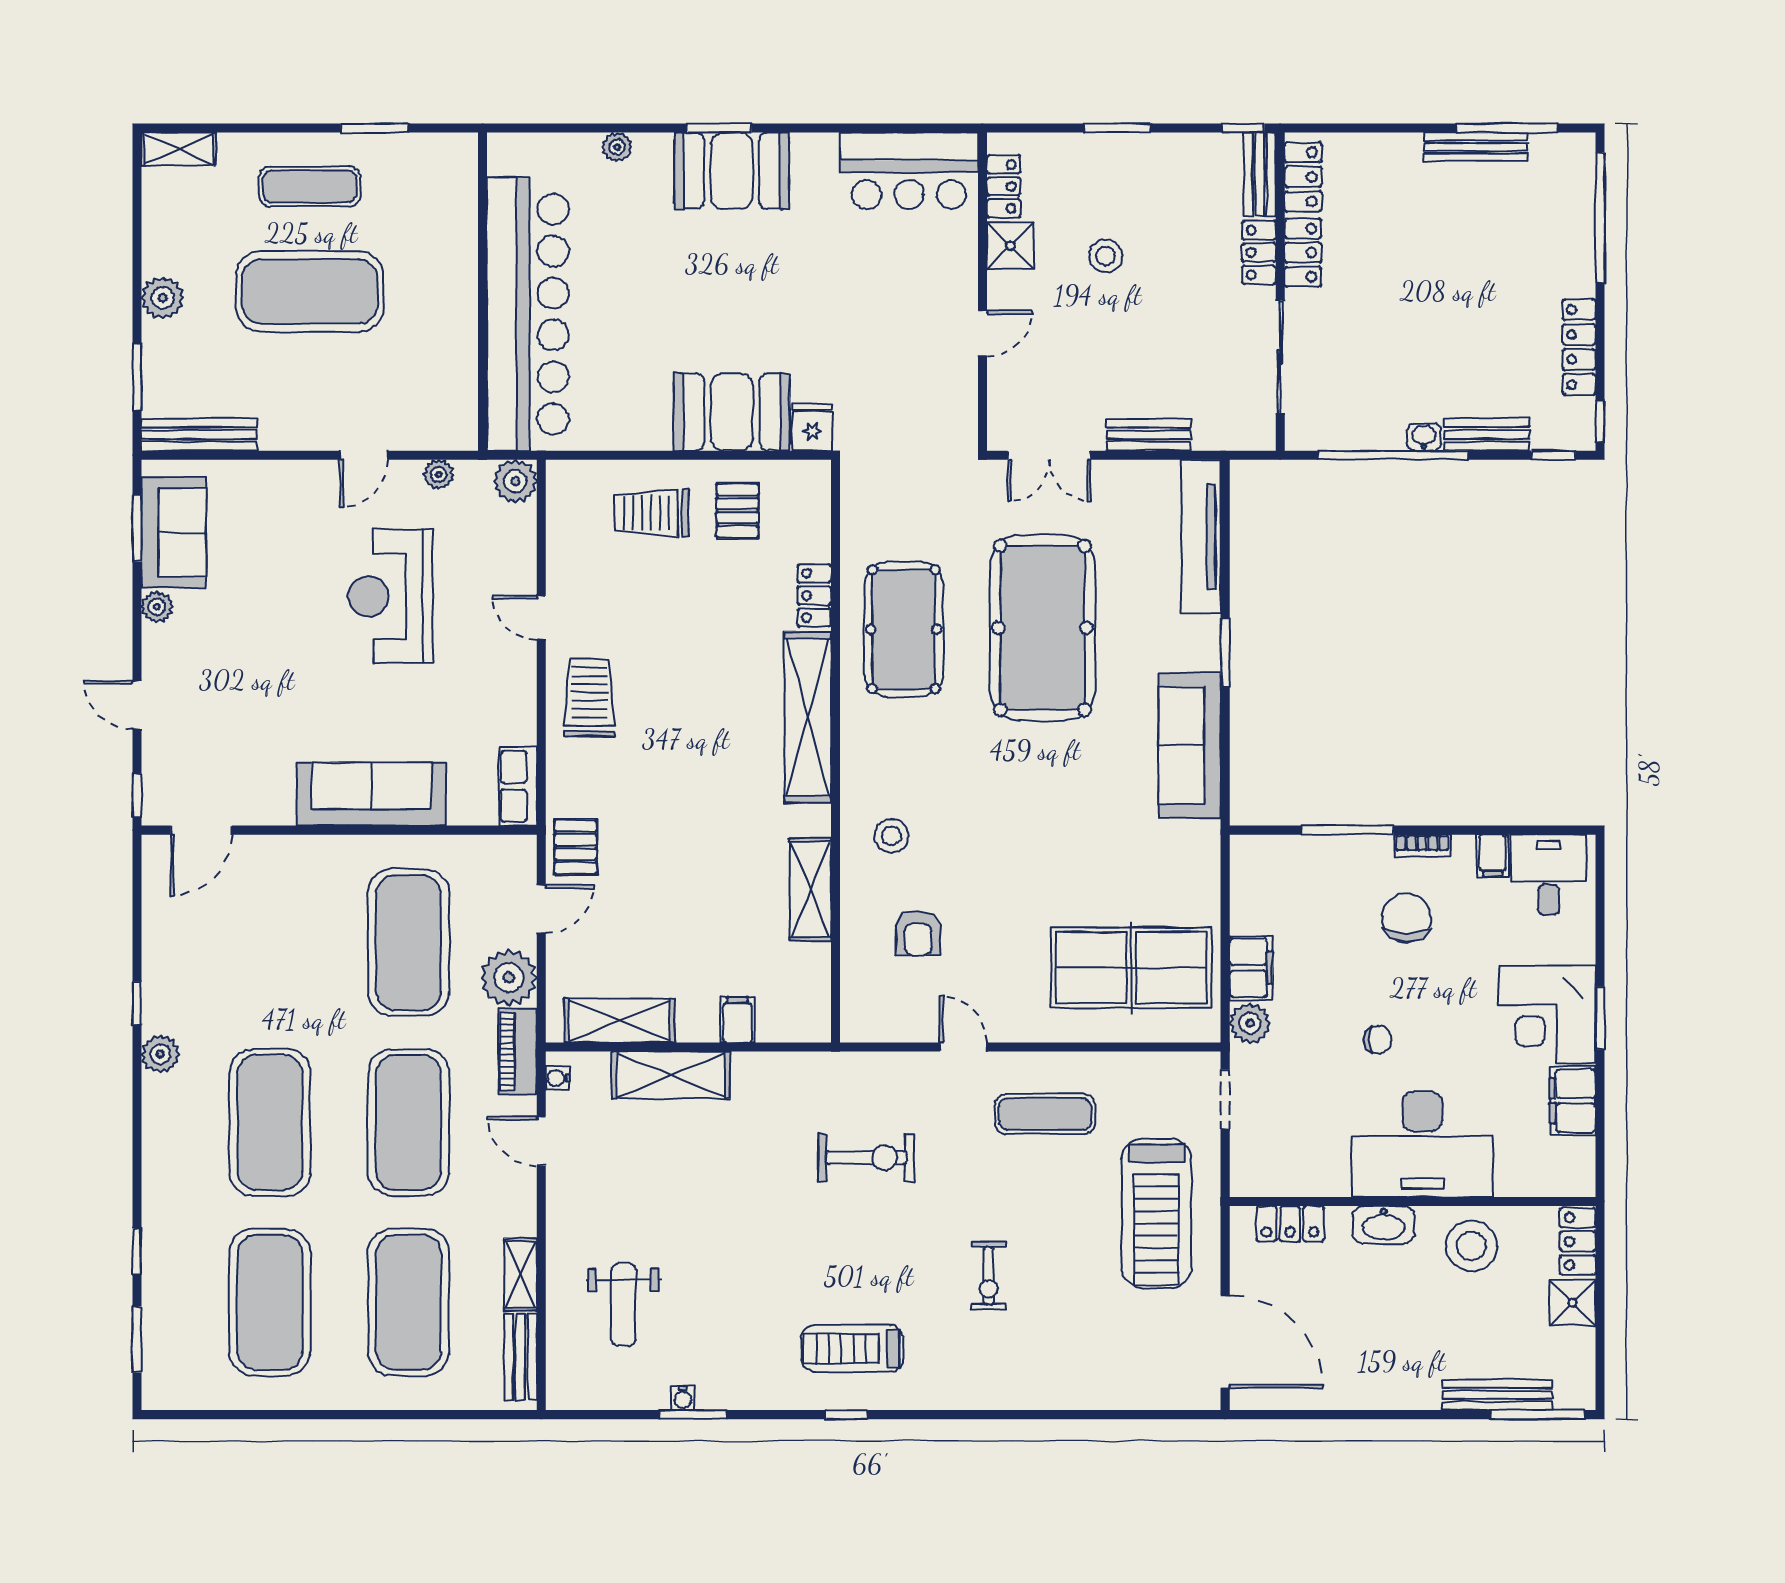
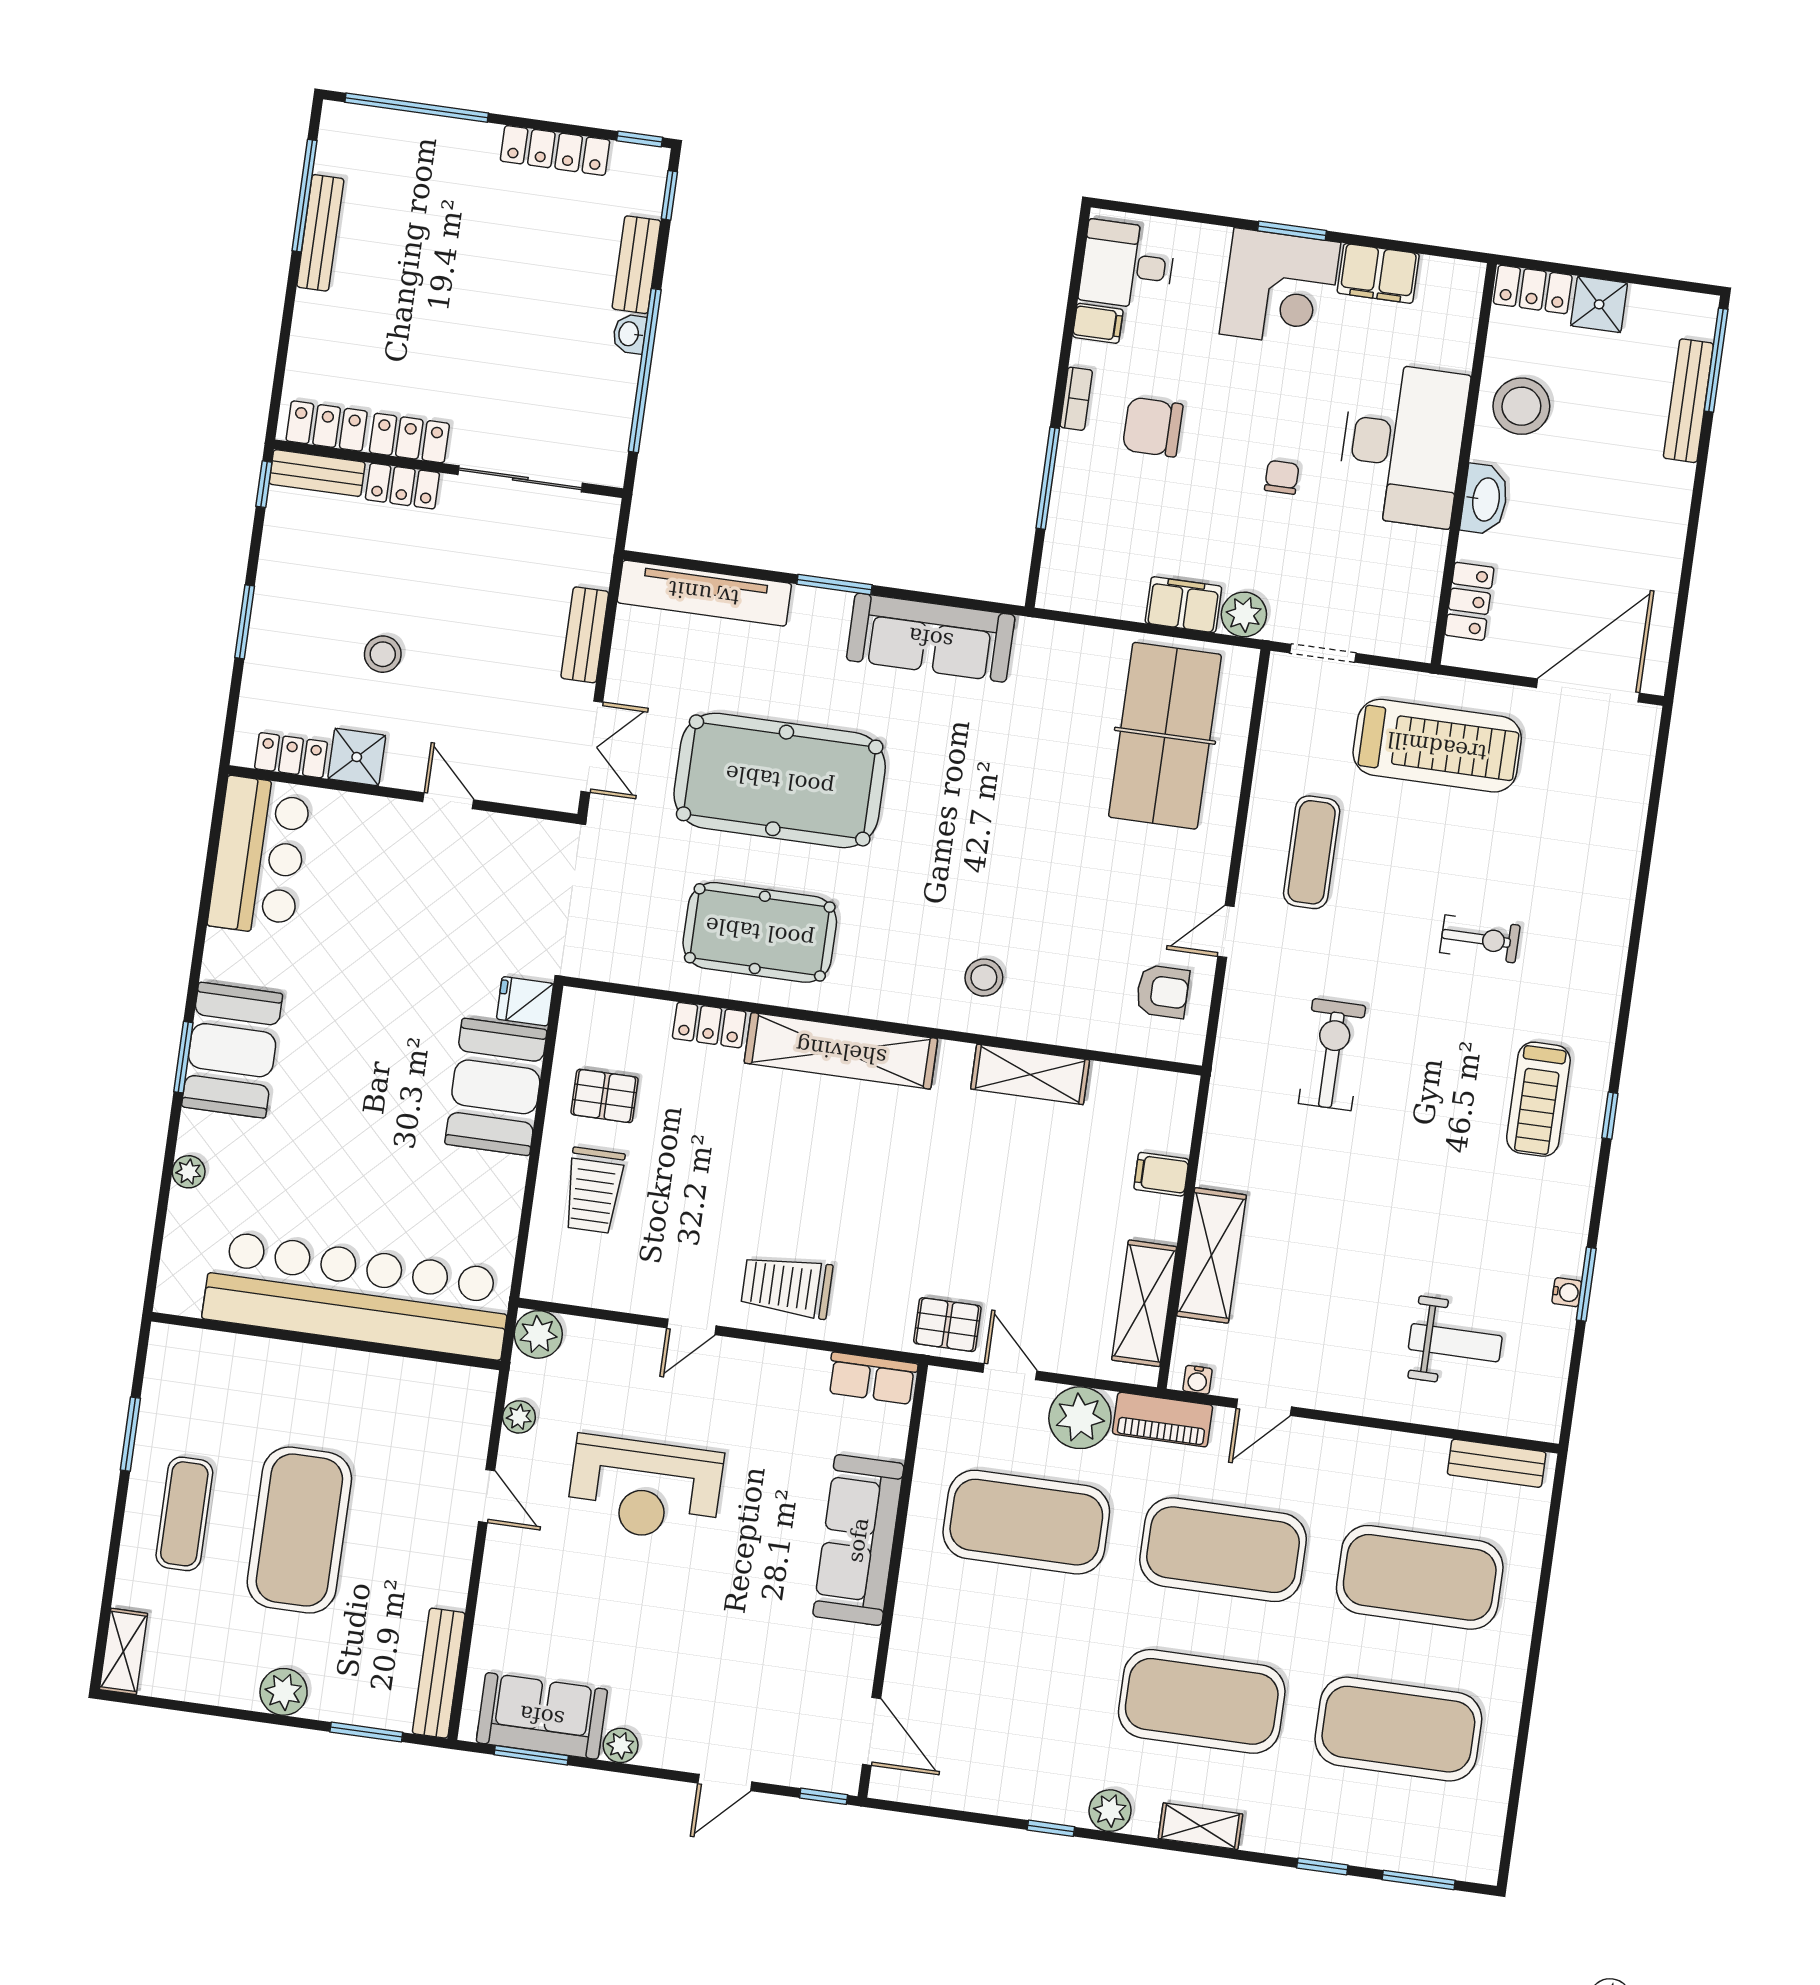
armchair: (918, 933) -> (1162, 991), moved
shelving: (521, 1275) -> (1200, 1826), moved

